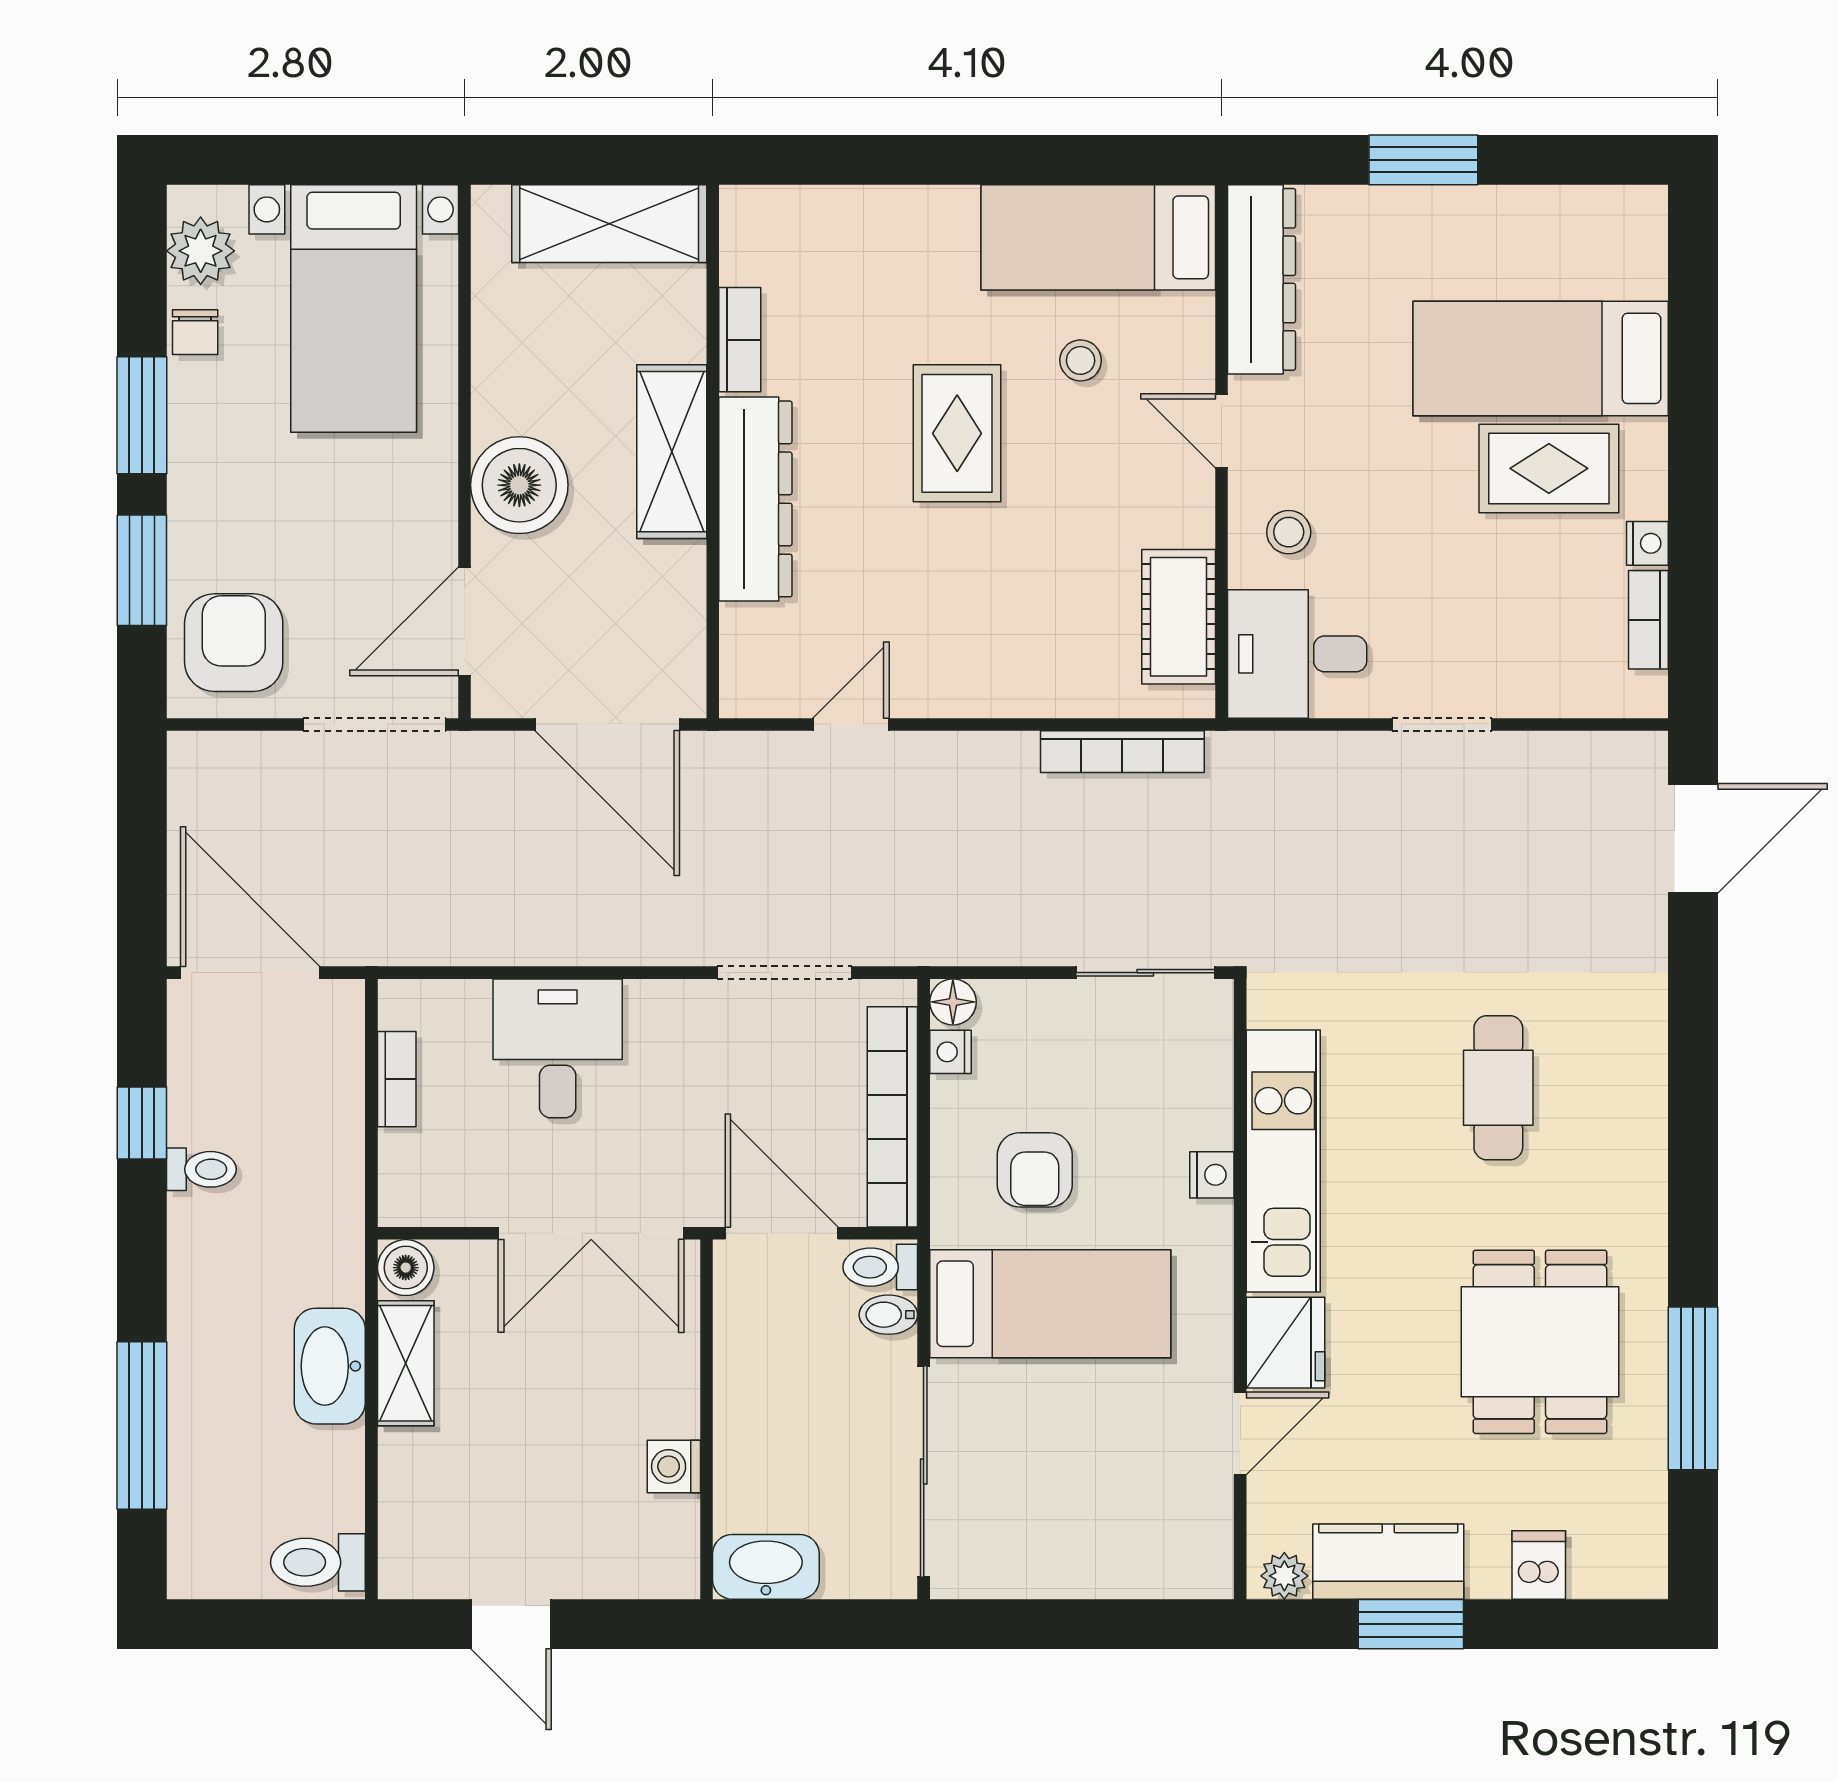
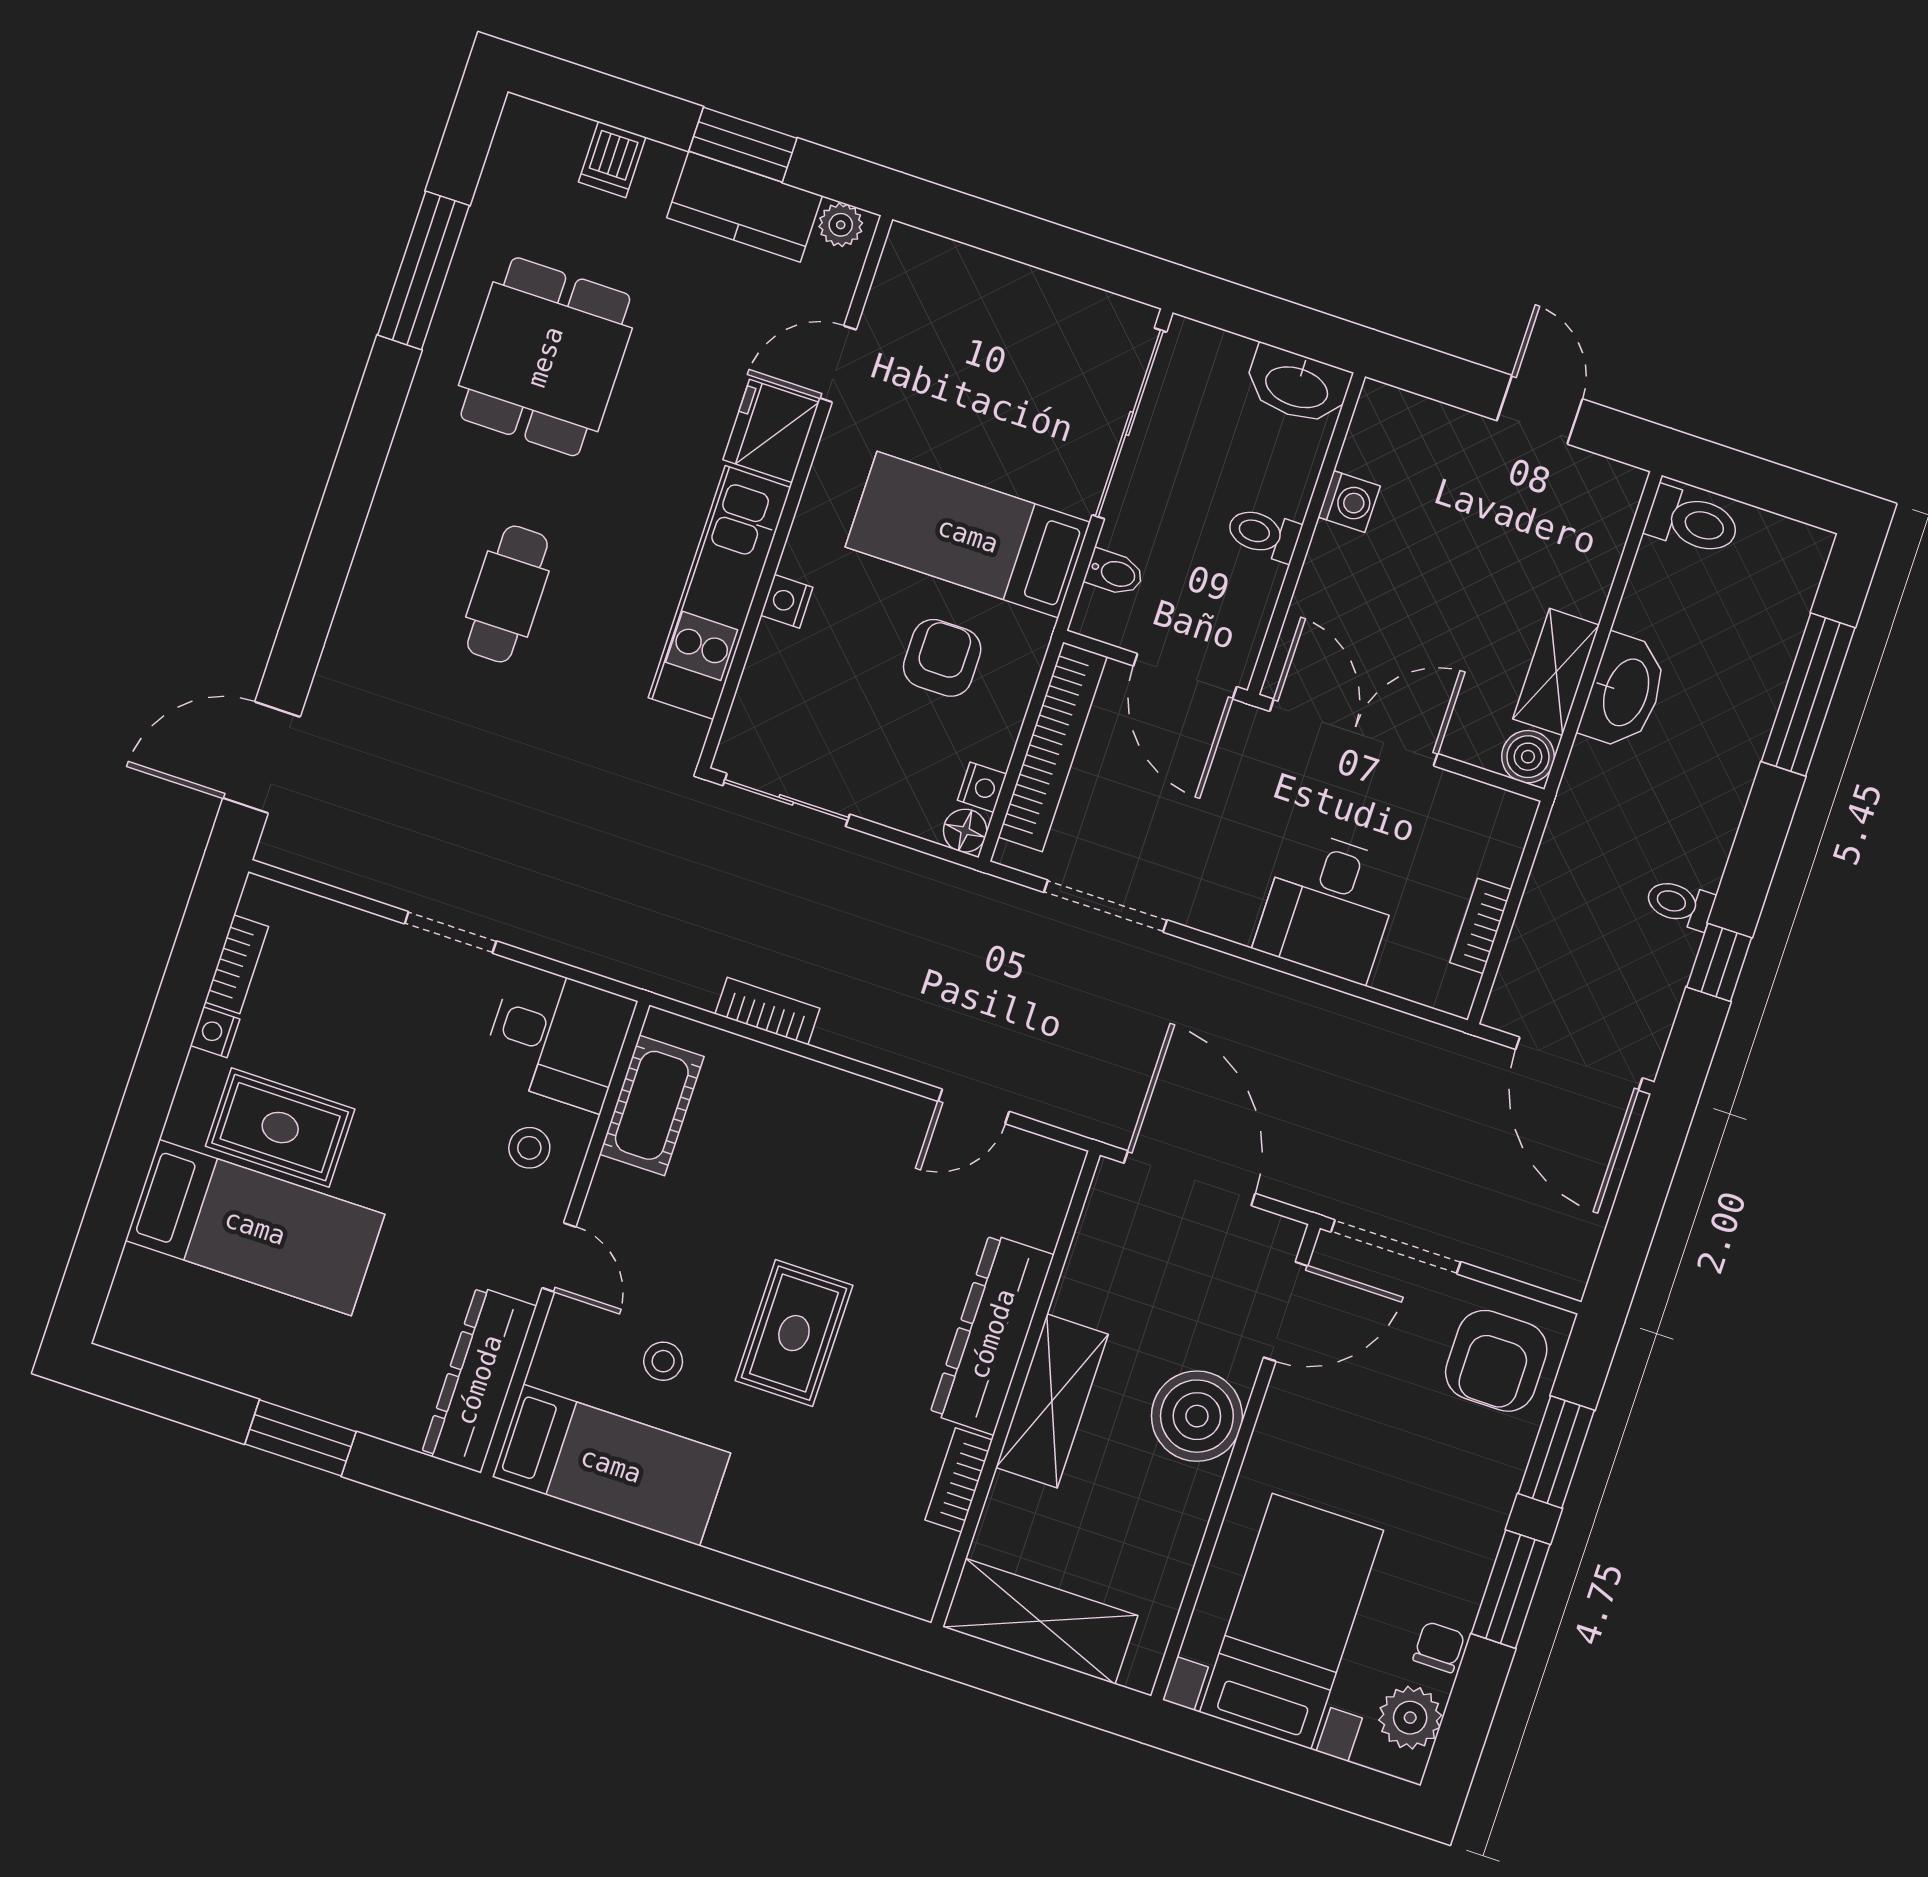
bookcase: (1122, 752) -> (767, 1011), width x0.64
toilet: (880, 1267) -> (1264, 534), moved, turned 180

